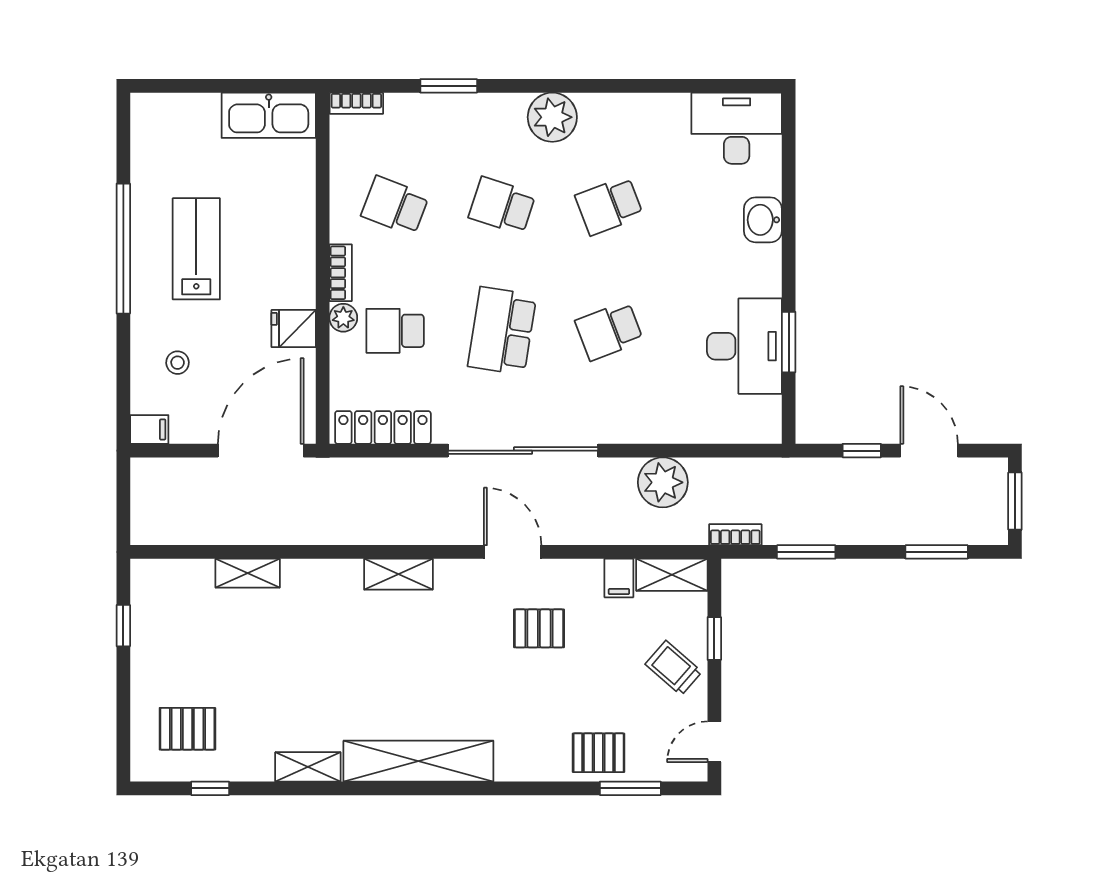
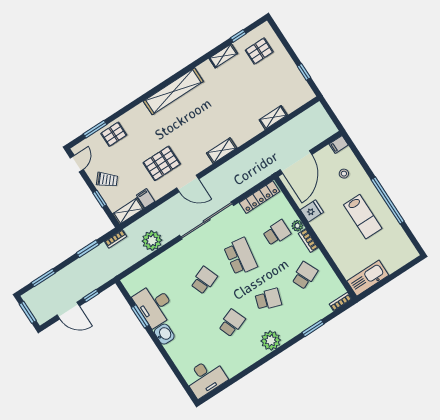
school desk: (395, 206) -> (305, 275), turned -45
washbasin: (763, 220) -> (164, 334), moved
pallet: (539, 628) -> (162, 163), width x1.50, depth x1.42
shelving: (308, 767) -> (223, 56), moved

